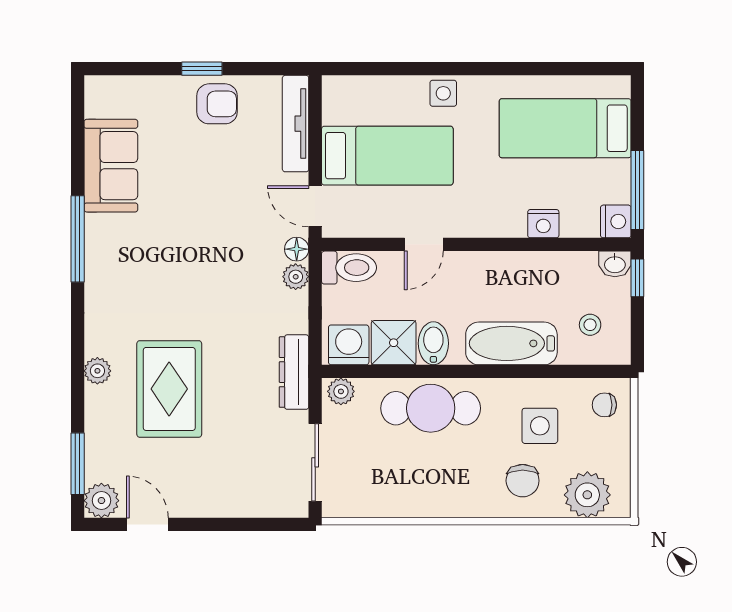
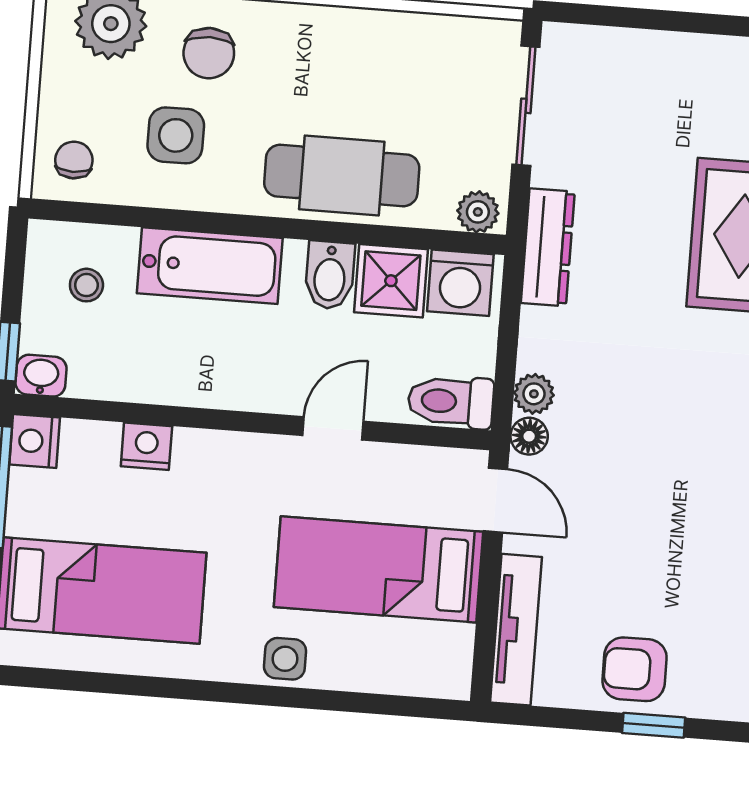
chair: (604, 405) -> (74, 160), turned -90
chair: (523, 481) -> (209, 53), turned 180

